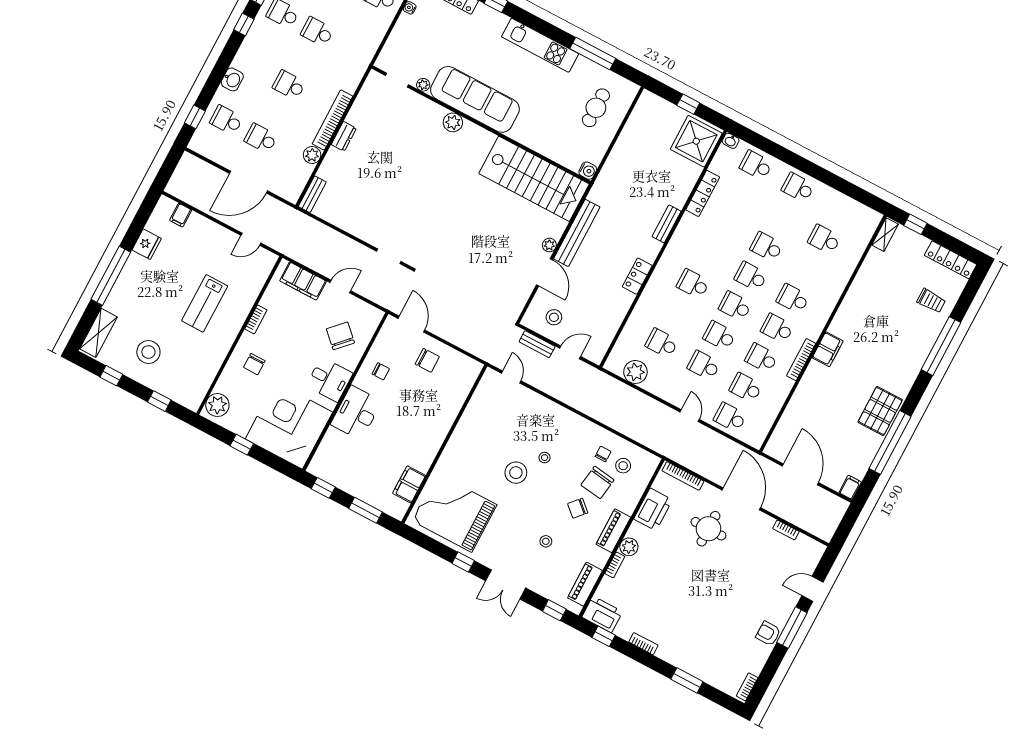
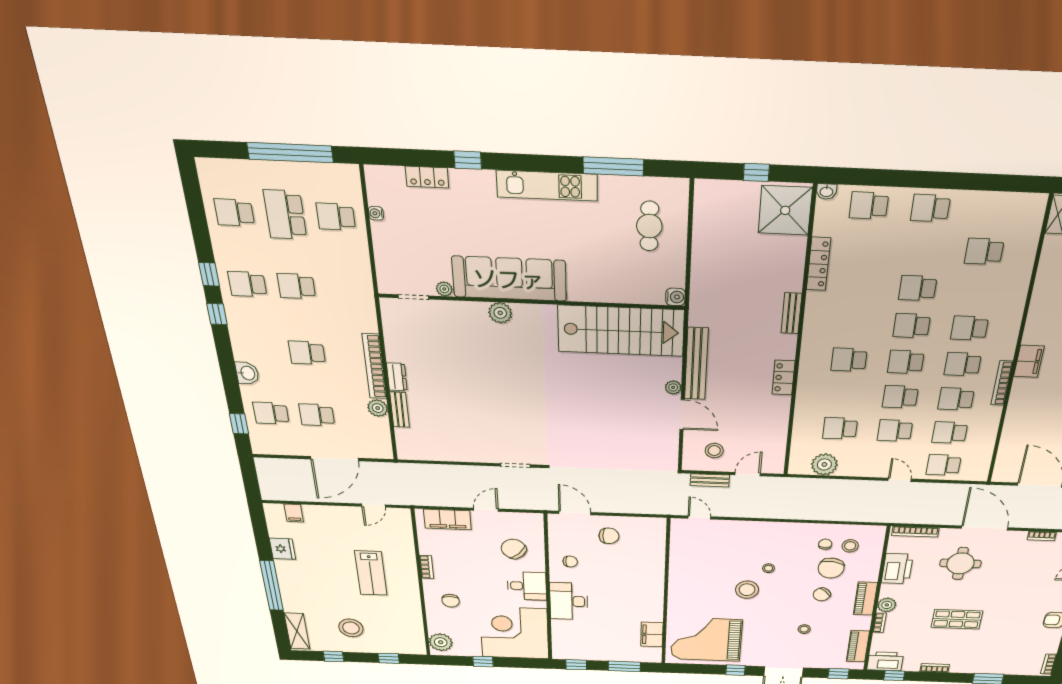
bench: (312, 194) -> (400, 410), moved
shop shelf: (684, 592) -> (957, 619), added

